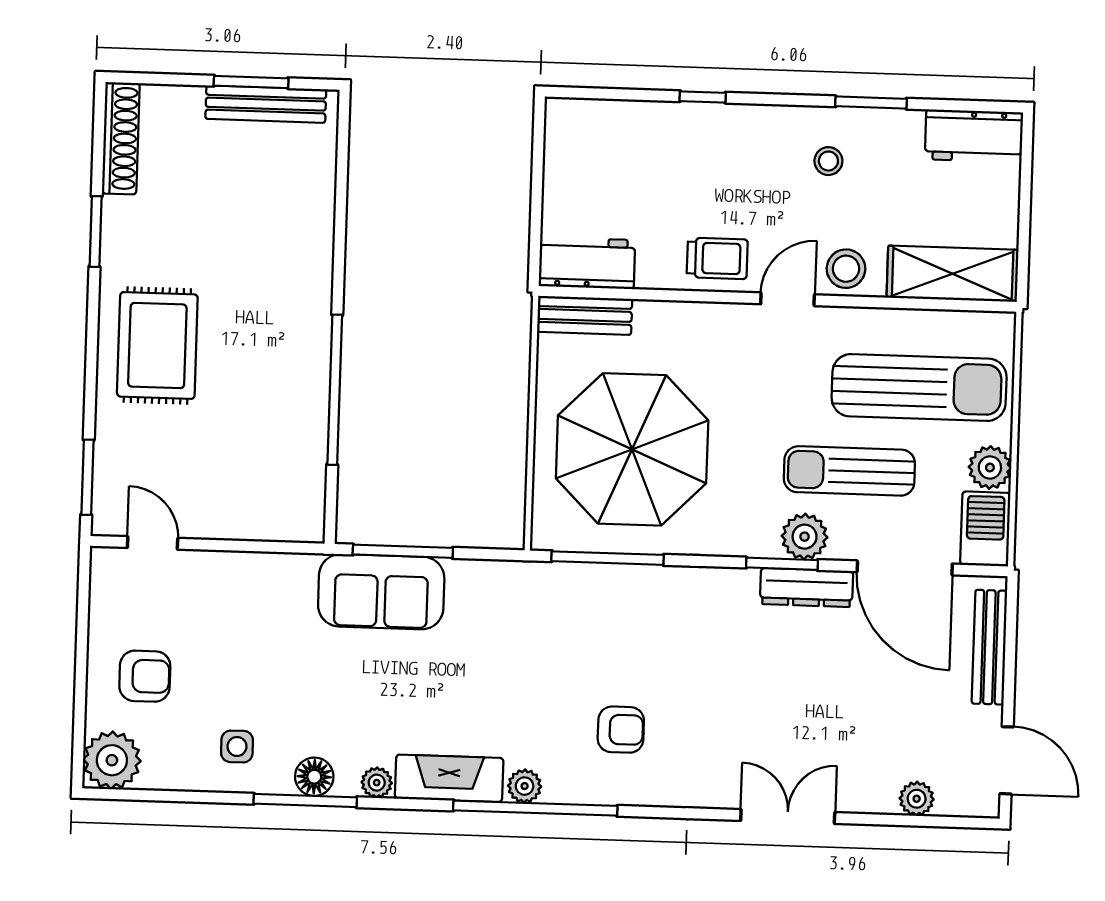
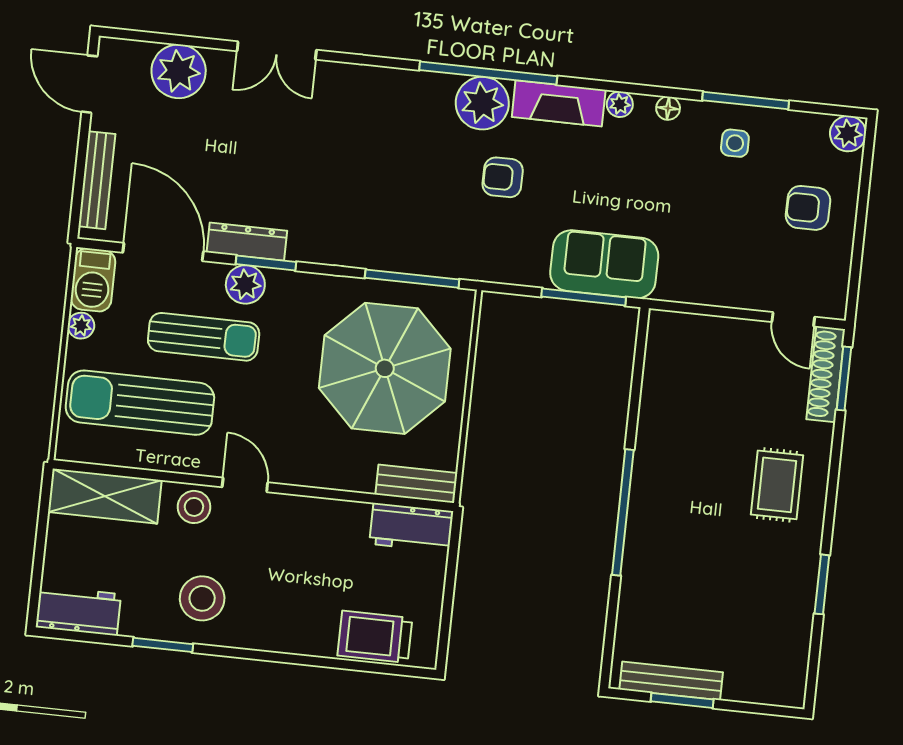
window: (703, 97) -> (304, 660), removed
shoe rack: (121, 138) -> (826, 374), moved
stool: (828, 161) -> (202, 598), width x1.89, depth x1.89
trolley: (717, 258) -> (375, 637), moved, width x1.36, depth x1.39
door: (788, 299) -> (245, 485), swing flipped
rug: (157, 346) -> (777, 485), width x0.73, depth x0.70
window: (335, 390) -> (623, 512), moved
plant: (990, 467) -> (81, 326), width x0.73, depth x0.73
armchair: (621, 730) -> (503, 177), moved
plant: (112, 760) -> (848, 134), width x0.73, depth x0.73
floor lamp: (314, 777) -> (668, 108), width x0.73, depth x0.73
plant: (525, 786) -> (482, 103), width x1.87, depth x1.87
plant: (917, 799) -> (179, 71), width x1.87, depth x1.87
window: (305, 800) -> (746, 101), moved

